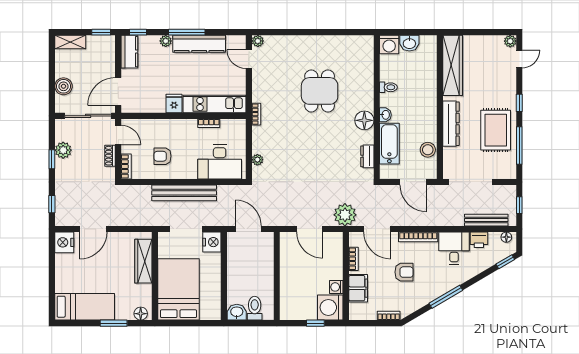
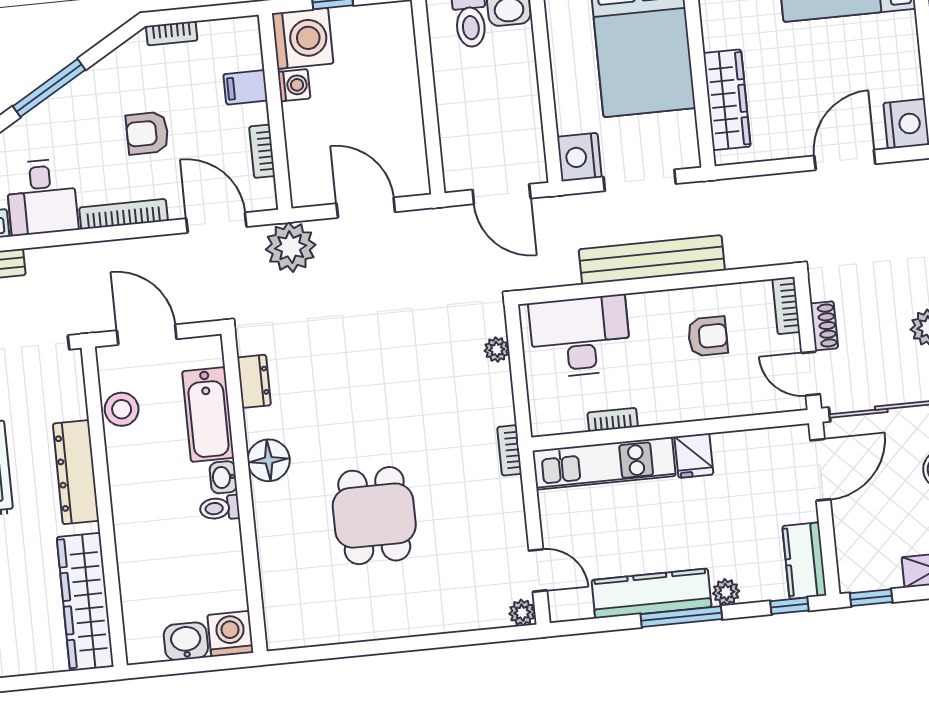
toilet: (388, 87) -> (220, 508), moved
filing cabinet: (358, 288) -> (245, 87), width x0.50

